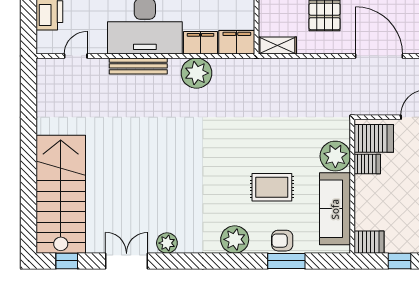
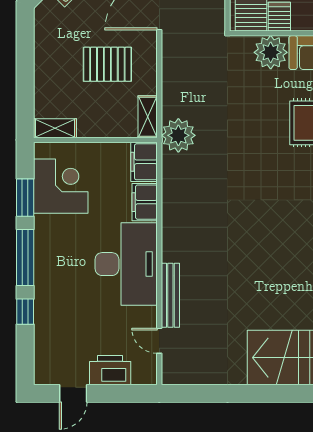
bench: (138, 66) -> (170, 295), moved
plant: (197, 73) -> (178, 135), moved

